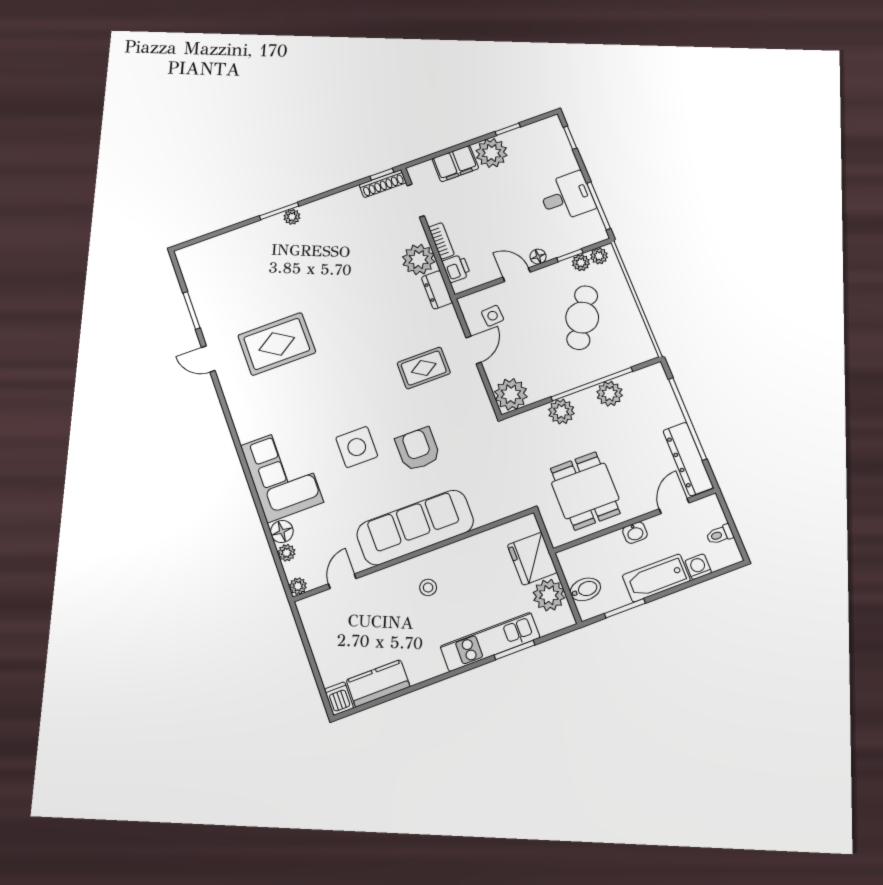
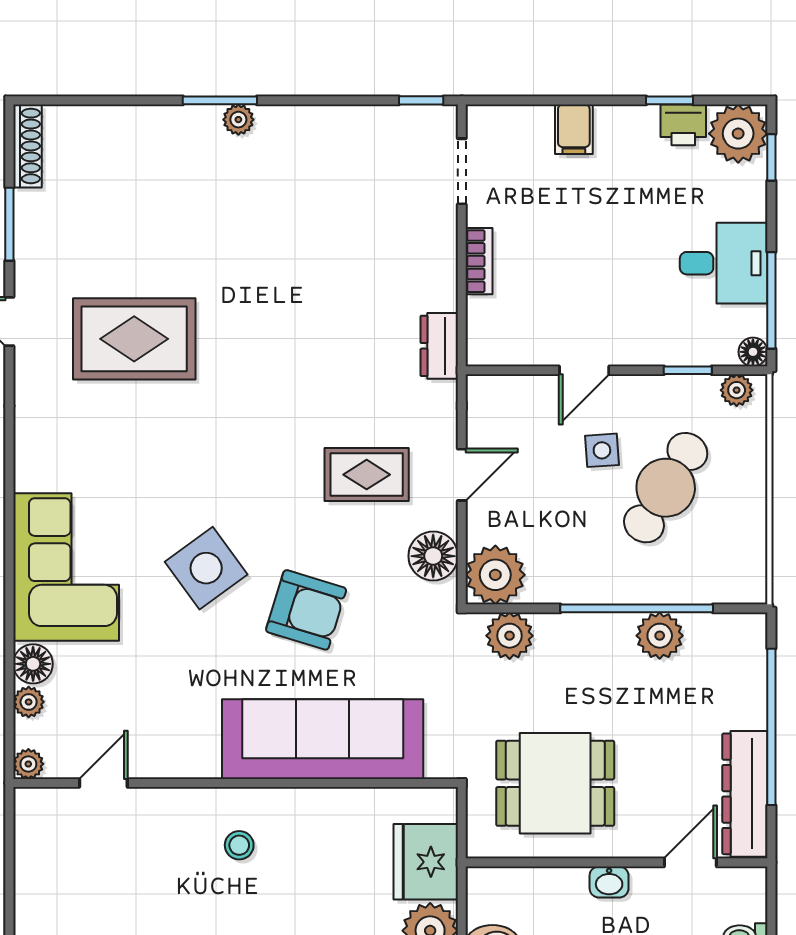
plant: (492, 153) -> (738, 134), moved
filing cabinet: (455, 164) -> (574, 129), width x0.50
shoe rack: (383, 184) -> (27, 146), moved, turned -90
floor lamp: (538, 257) -> (753, 352), moved
plant: (419, 259) -> (428, 280), removed
plant: (581, 263) -> (701, 390), removed
printer: (456, 268) -> (683, 125), moved, turned 90
door: (517, 275) -> (584, 370), swing flipped
side table: (493, 316) -> (602, 450), moved
floor lamp: (474, 397) -> (433, 556), added
plant: (561, 411) -> (510, 636), moved
side table: (357, 447) -> (206, 568), turned -36
armchair: (418, 449) -> (306, 610), turned 107
dining table: (585, 491) -> (555, 783), turned 90
sofa: (415, 527) -> (323, 739), moved

